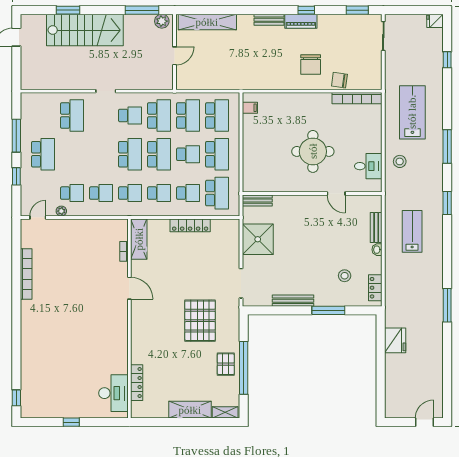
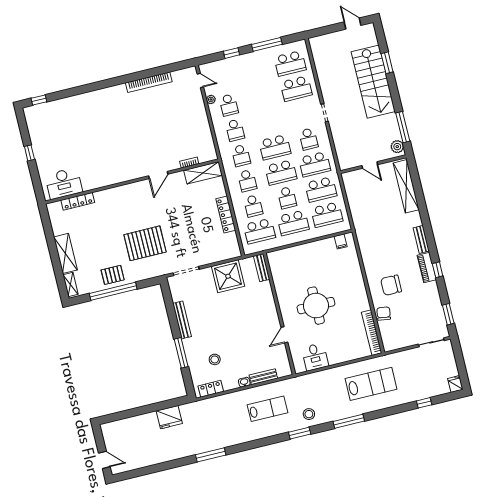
school desk: (43, 154) -> (290, 63), moved
stool: (400, 161) -> (309, 414), moved

